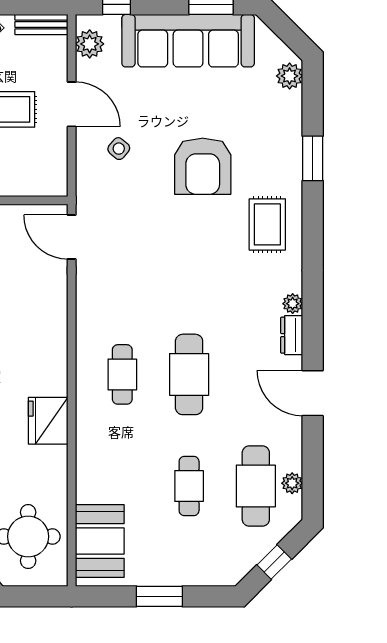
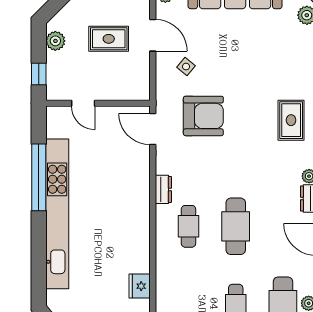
armchair: (203, 166) -> (203, 116), moved, turned -90
dresser: (87, 322) -> (163, 189), added
fridge: (48, 421) -> (140, 286), moved, width x0.73, depth x0.75

